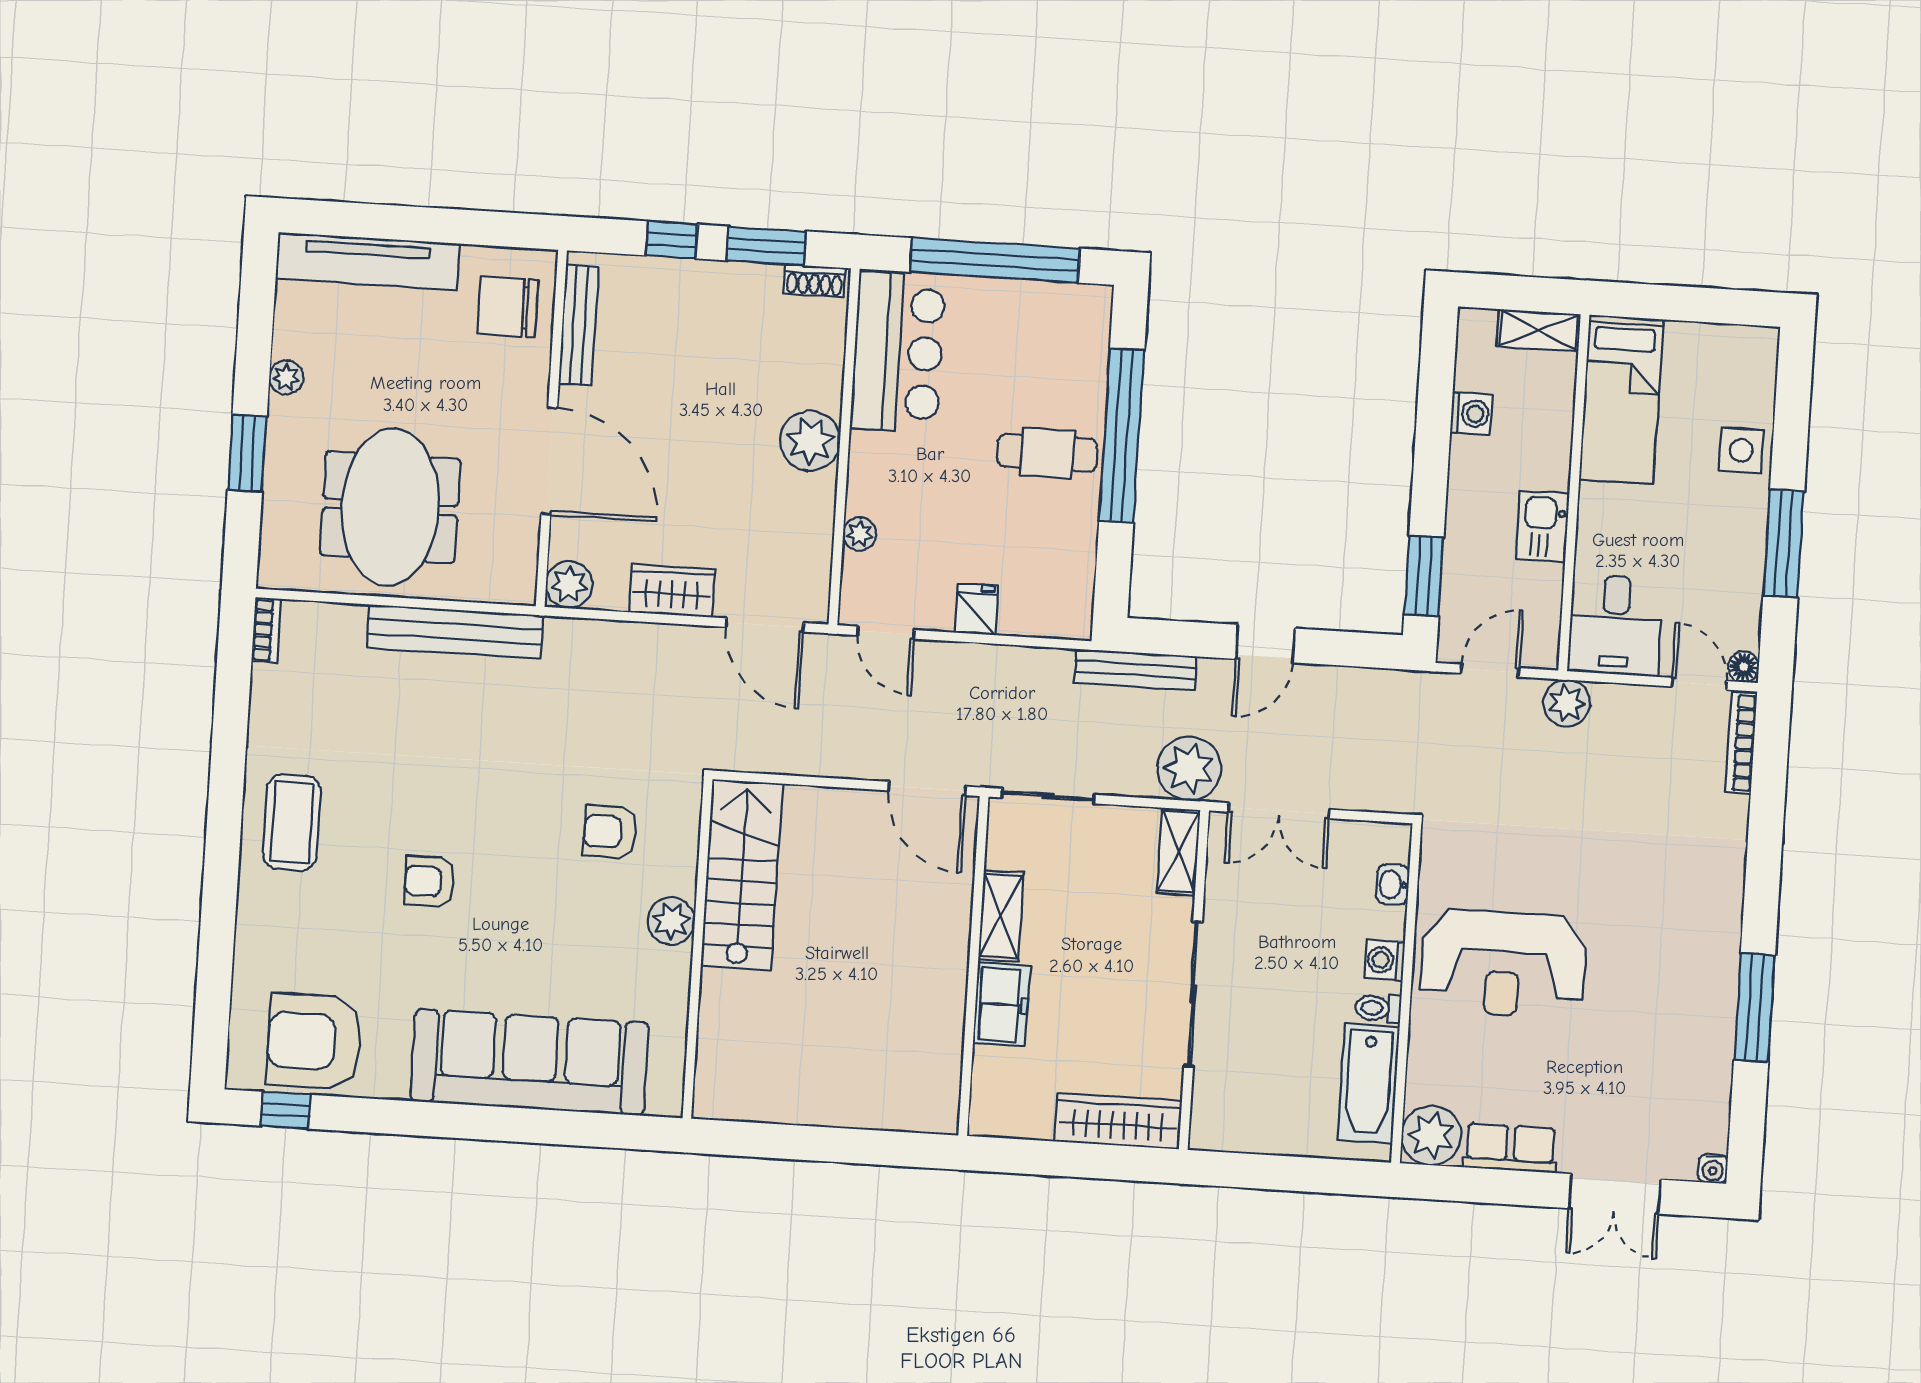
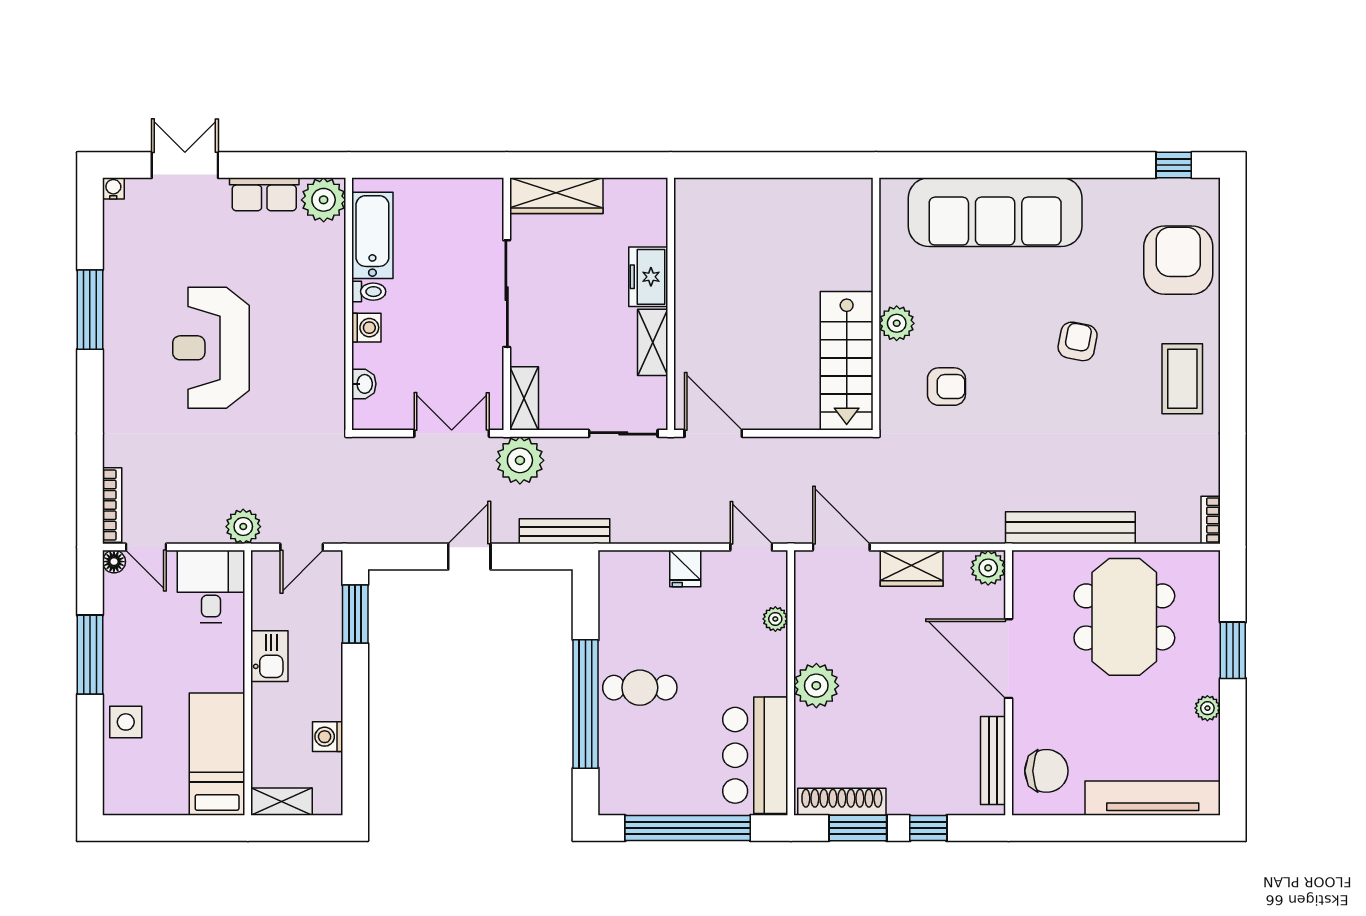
shoe rack: (814, 281) -> (842, 802), width x1.94, depth x1.24
armchair: (430, 881) -> (1078, 341), turned -79
reception desk: (1503, 964) -> (211, 348), moved, turned -90
armchair: (314, 1041) -> (1178, 260), moved, turned -90

